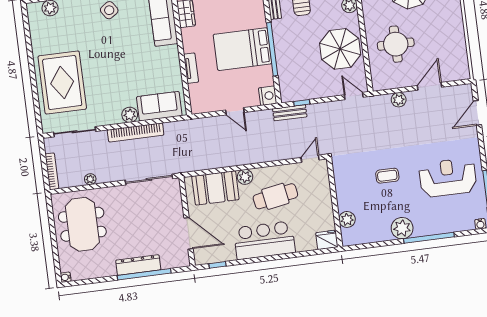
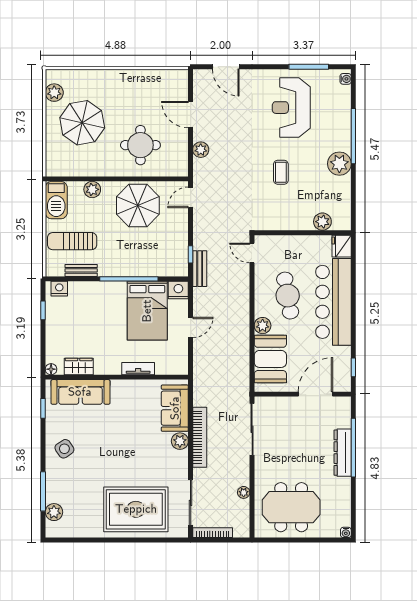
bed: (243, 49) -> (147, 311), moved
bookcase: (52, 171) -> (213, 533), moved
bar counter: (264, 240) -> (333, 302), width x1.36

